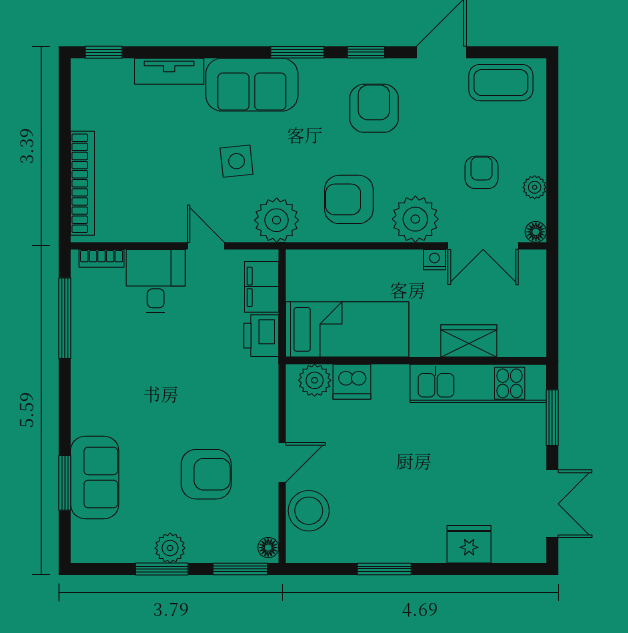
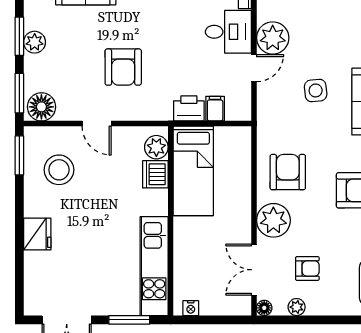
plant: (277, 220) -> (273, 38), moved
nightstand: (434, 260) -> (191, 308), moved, turned 90
filing cabinet: (262, 287) -> (215, 109), width x0.50
wardrobe: (469, 341) -> (185, 259), removed
armchair: (206, 474) -> (123, 67), moved
stool: (309, 511) -> (59, 170), moved
fridge: (469, 544) -> (37, 234), moved
floor lamp: (268, 548) -> (41, 107), width x1.89, depth x1.89
window: (384, 569) -> (19, 155), moved

